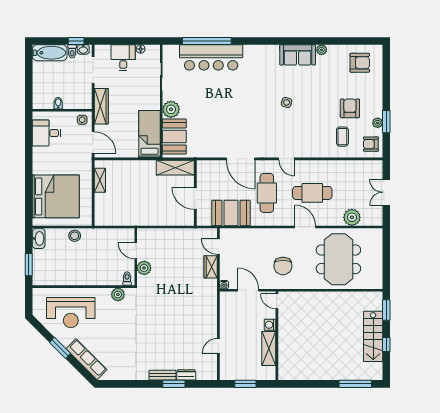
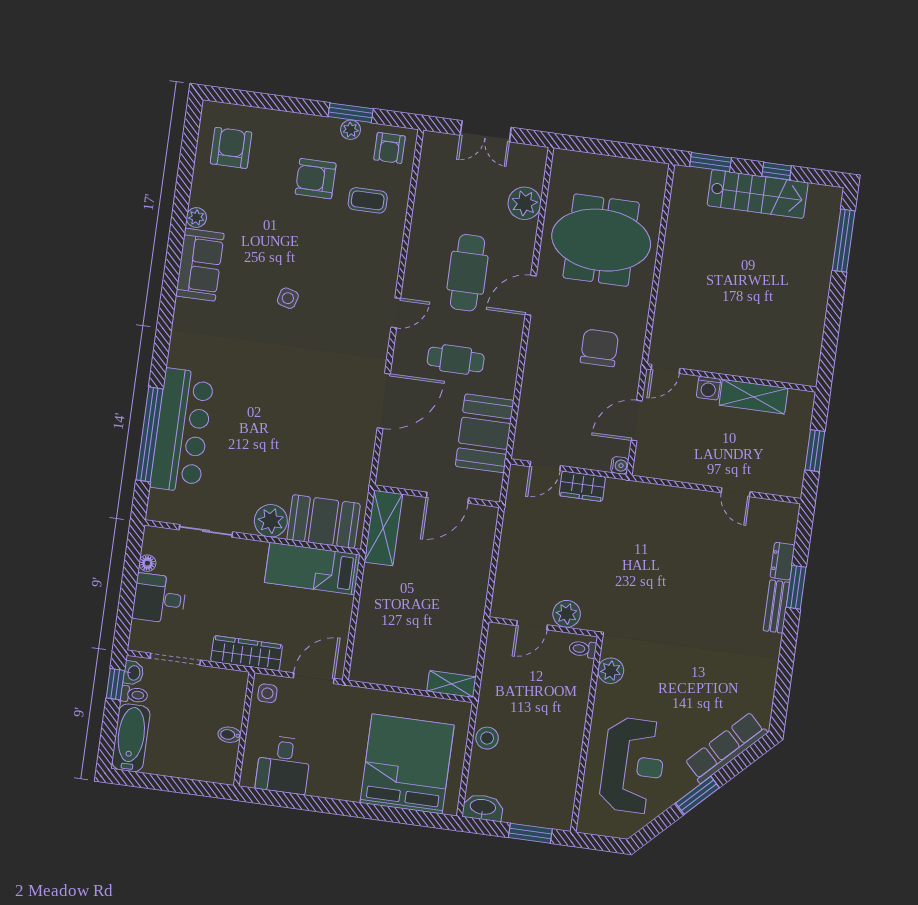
shelving: (100, 180) -> (451, 684), moved
cafe table: (267, 193) -> (456, 360), width x0.73, depth x0.74
chair: (283, 266) -> (599, 348), turned -90

